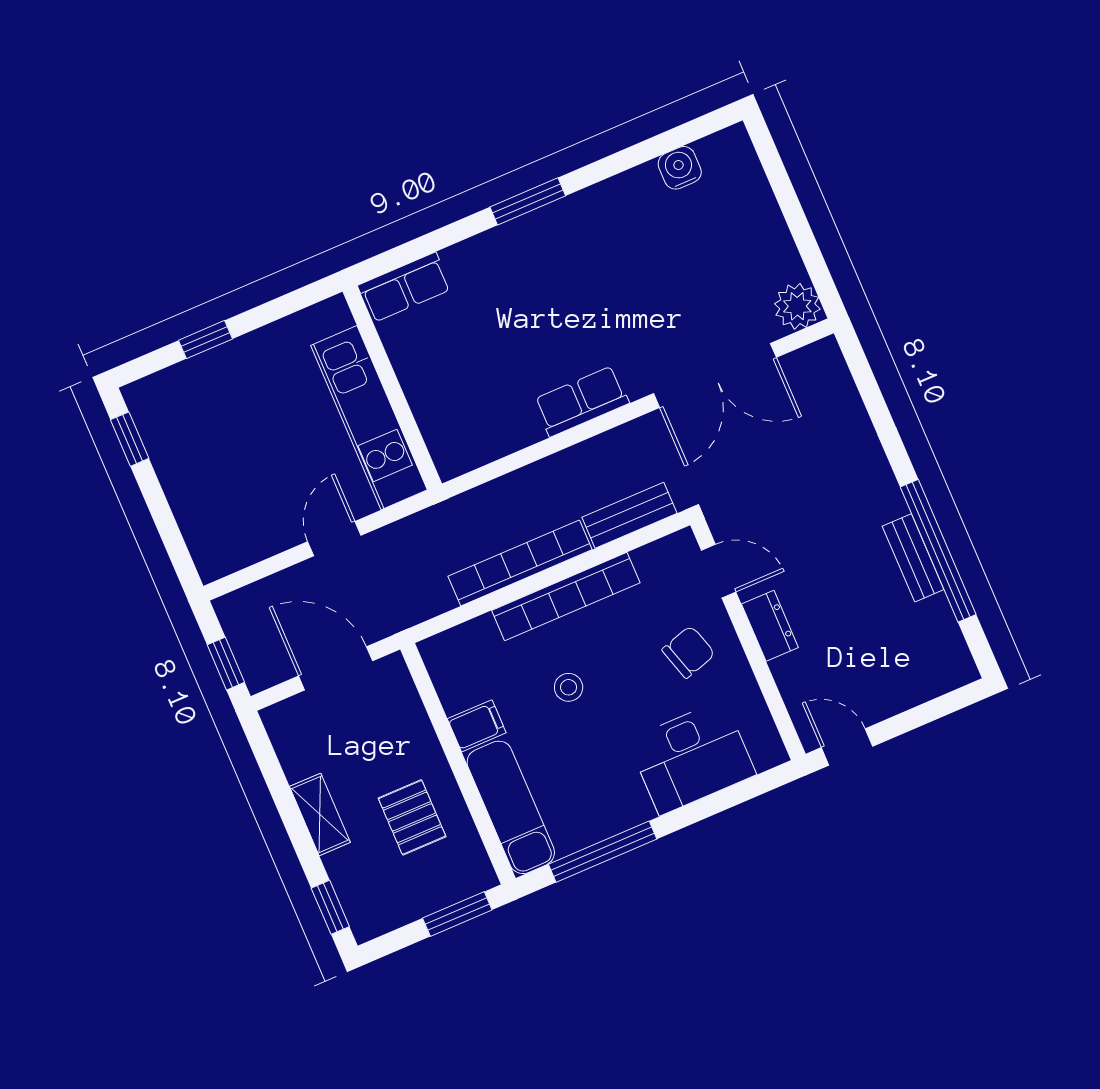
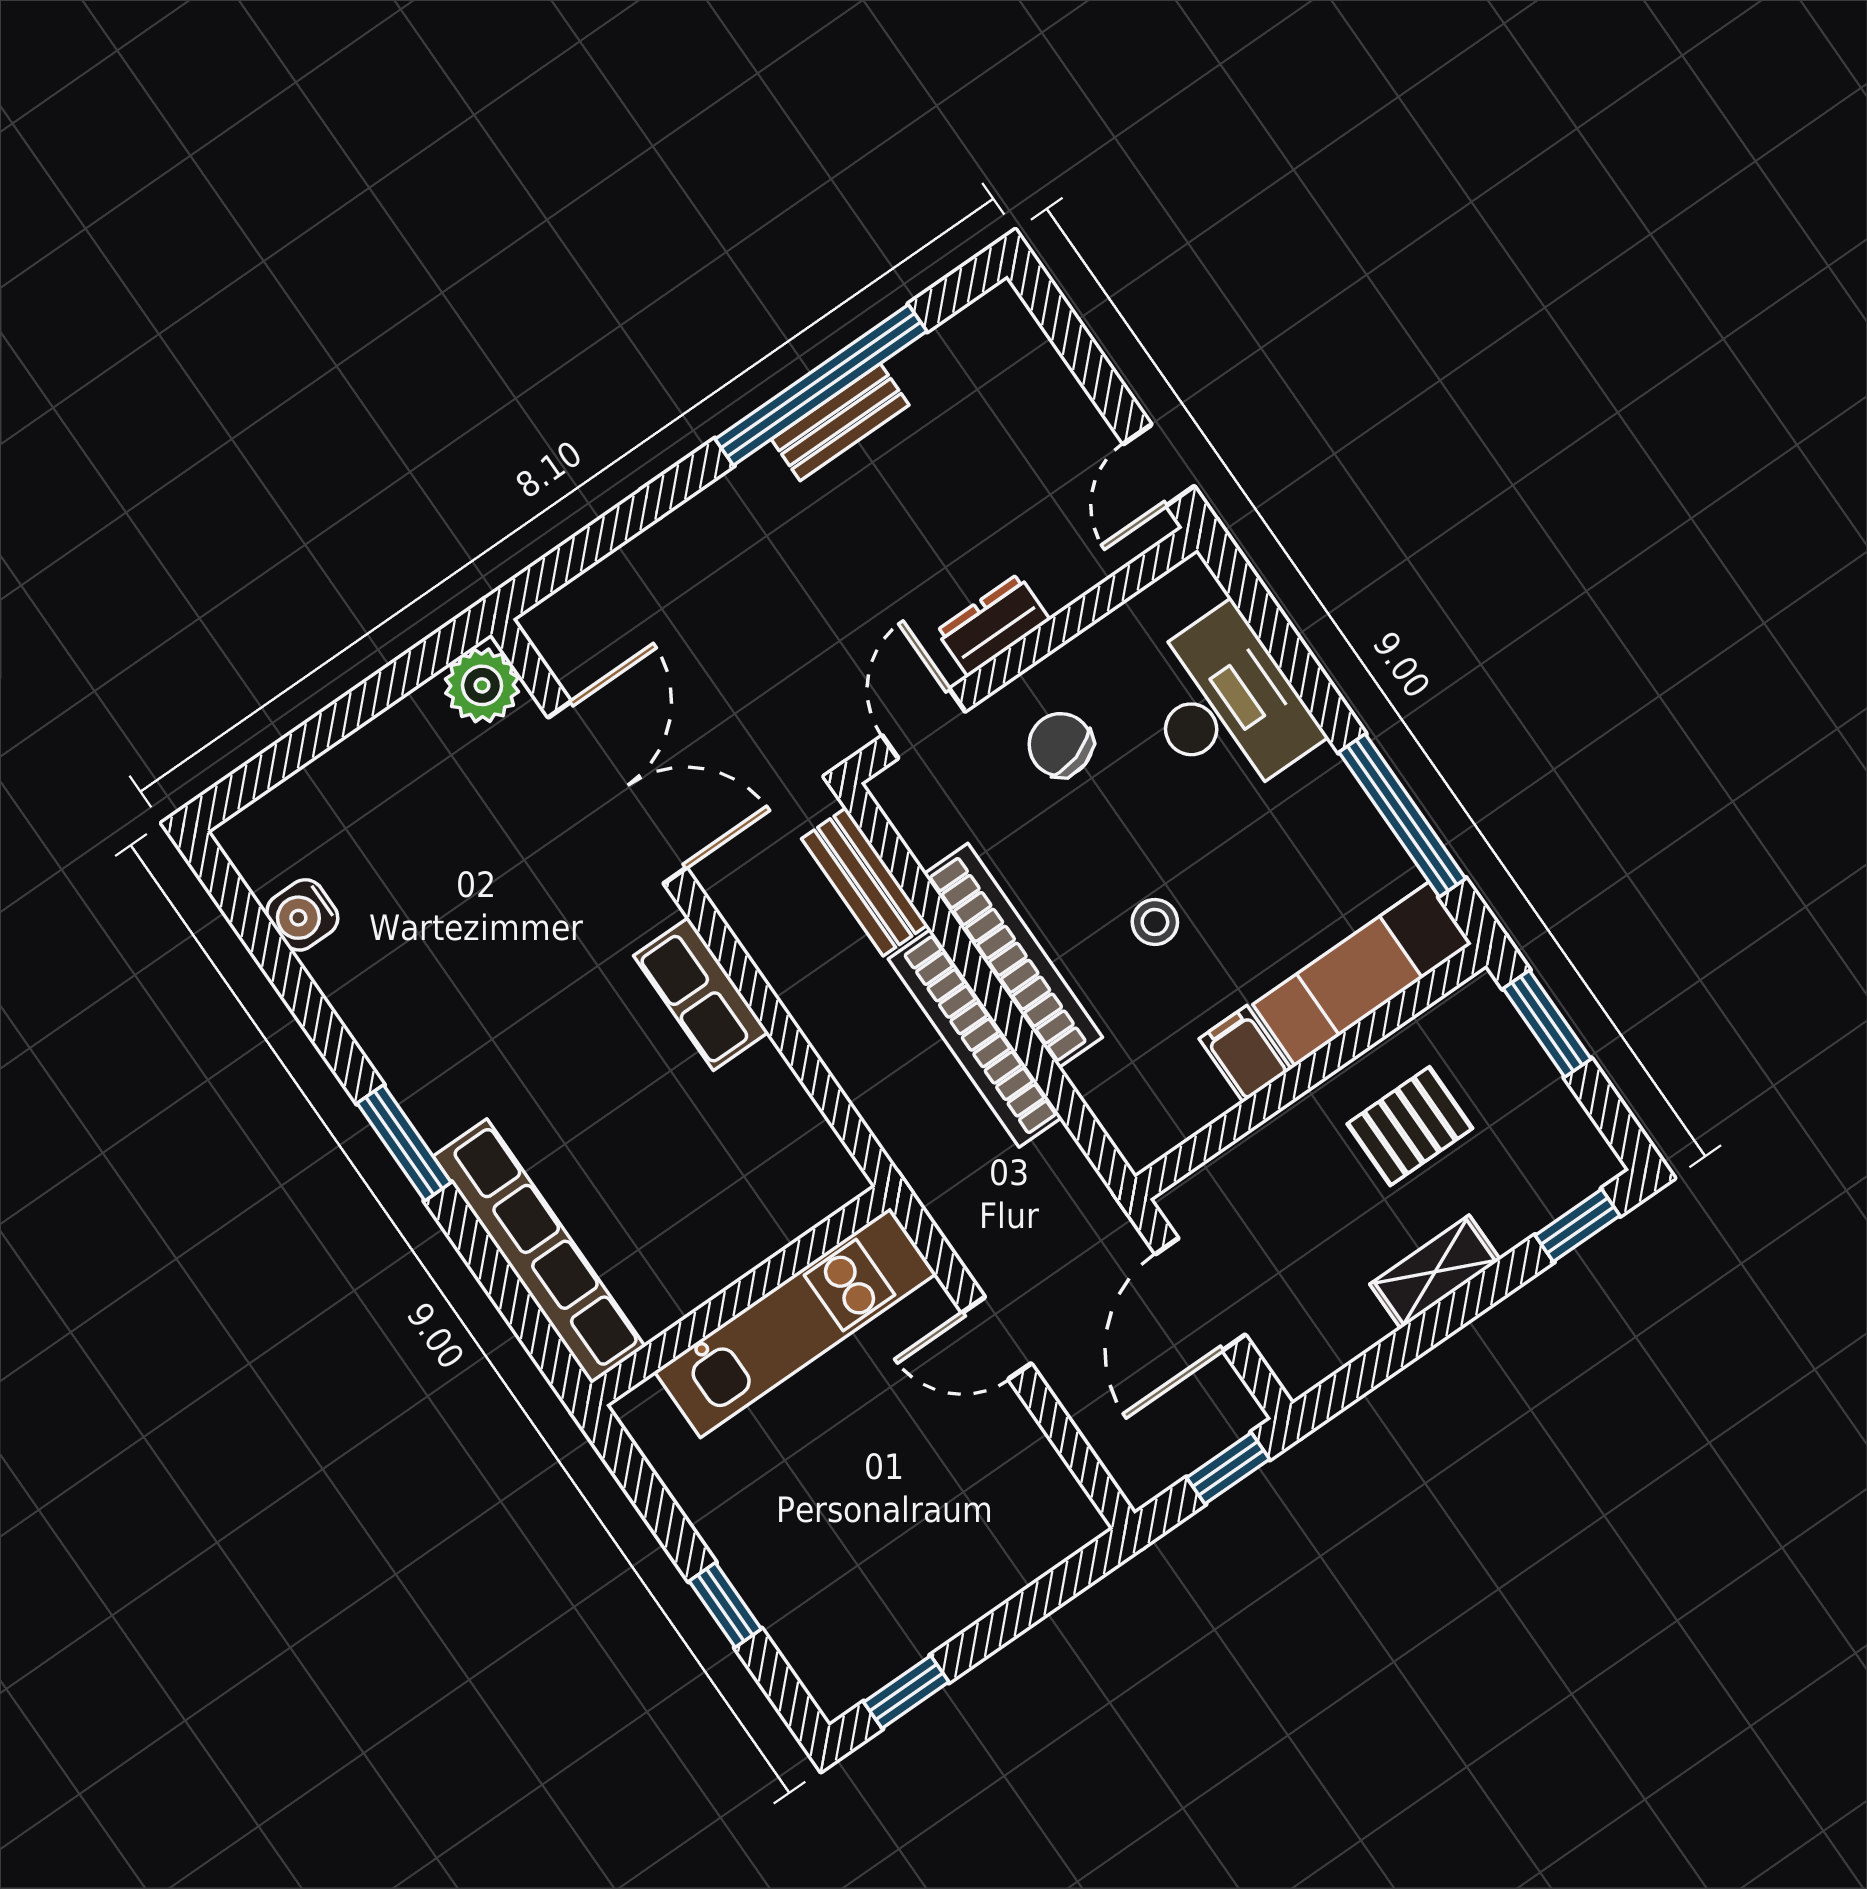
row of seats: (405, 287) -> (539, 1251), width x2.02

